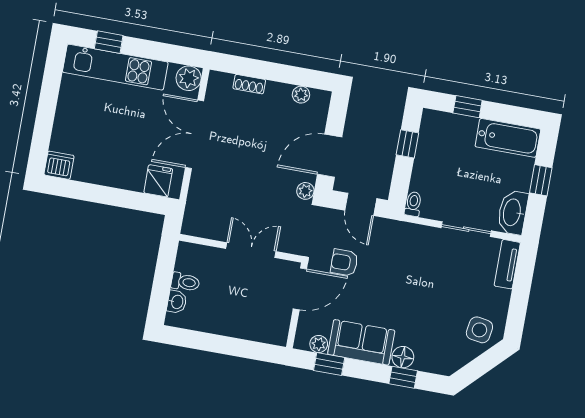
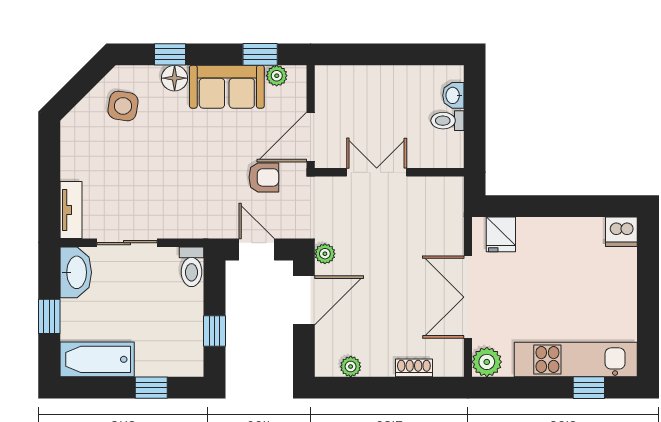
double door: (195, 134) -> (468, 297), swing flipped
toilet: (413, 204) -> (192, 267), width x1.37, depth x1.39
double door: (251, 250) -> (377, 172), swing flipped
side table: (479, 330) -> (123, 106), moved

